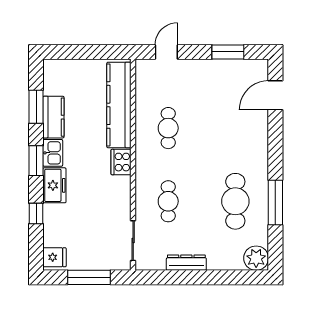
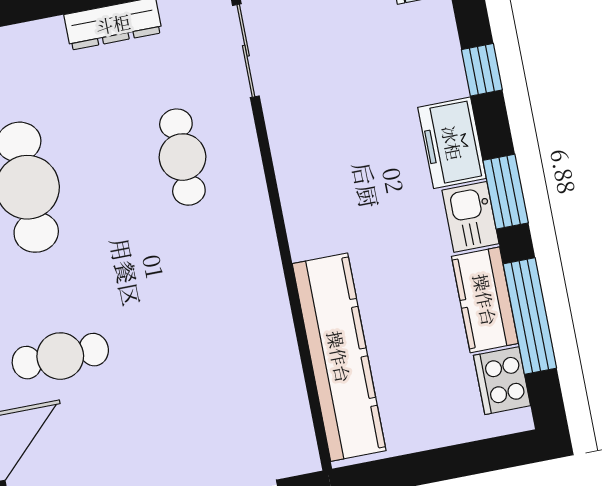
window: (36, 107) -> (530, 316), width x1.44
cafe table: (168, 128) -> (60, 356), moved, turned 90
cooker: (121, 162) -> (502, 381), moved, turned 180

